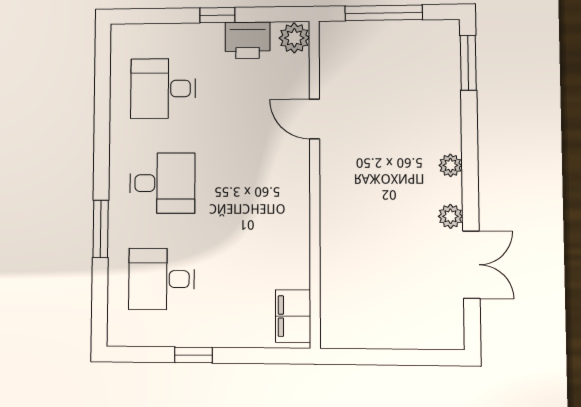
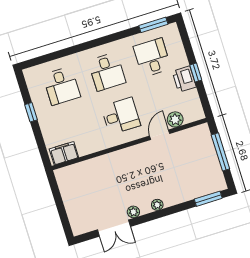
plant: (294, 38) -> (175, 119), moved
printer: (248, 40) -> (184, 79), moved
desk: (255, 183) -> (121, 116), added
window: (101, 229) -> (153, 25), moved
desk: (162, 279) -> (62, 86), turned 180

